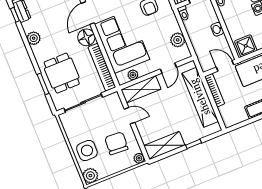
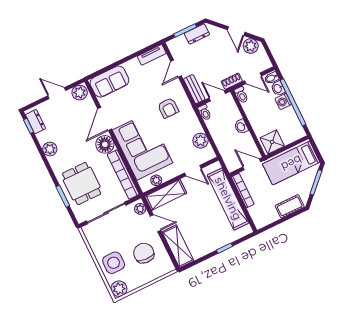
door: (168, 68) -> (193, 171), hinge flipped
shelving: (164, 145) -> (178, 246), moved, turned 90
plant: (139, 158) -> (140, 209), moved

